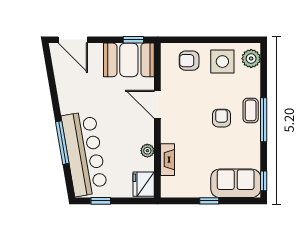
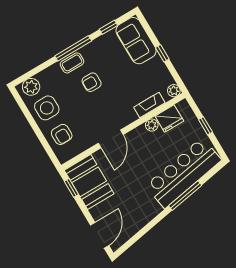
window: (264, 181) -> (108, 27), moved
fridge: (144, 184) -> (169, 118), moved
plant: (167, 191) -> (174, 91), added
window: (101, 201) -> (205, 126), moved

